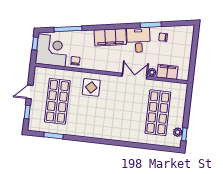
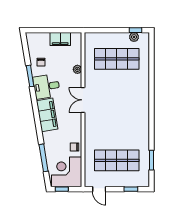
filing cabinet: (167, 72) -> (60, 39), moved, turned -90
double door: (134, 76) -> (83, 100), moved
display table: (91, 87) -> (99, 128), removed
door: (30, 92) -> (99, 189), moved

